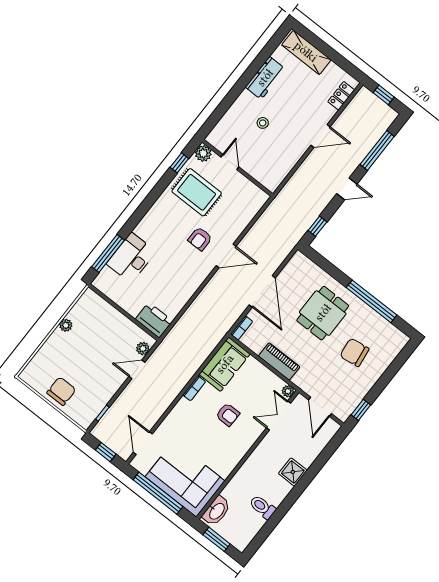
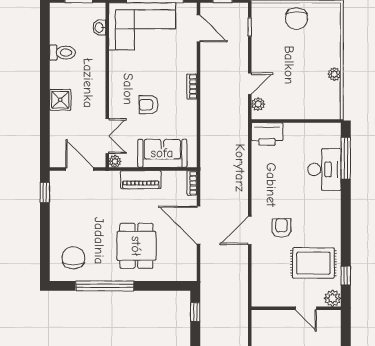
chair: (354, 352) -> (73, 258), moved, turned -82
sofa: (225, 364) -> (162, 153), moved, turned 90
bookcase: (194, 388) -> (192, 87), moved
washbasin: (217, 511) -> (99, 28), width x0.52, depth x0.69

